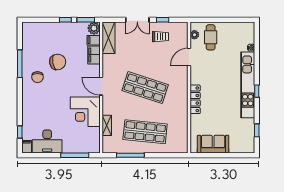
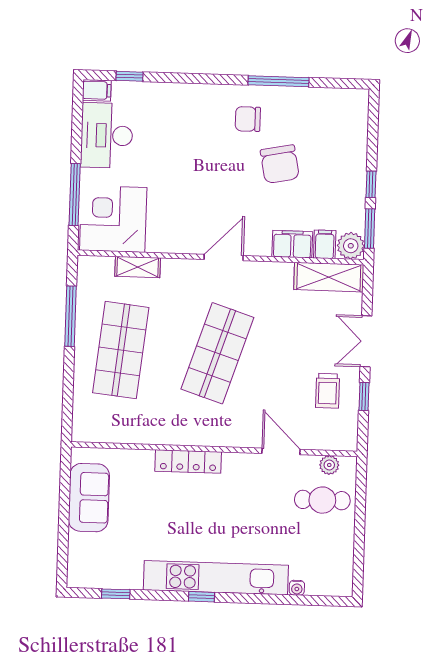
corner desk: (85, 112) -> (113, 219), moved

